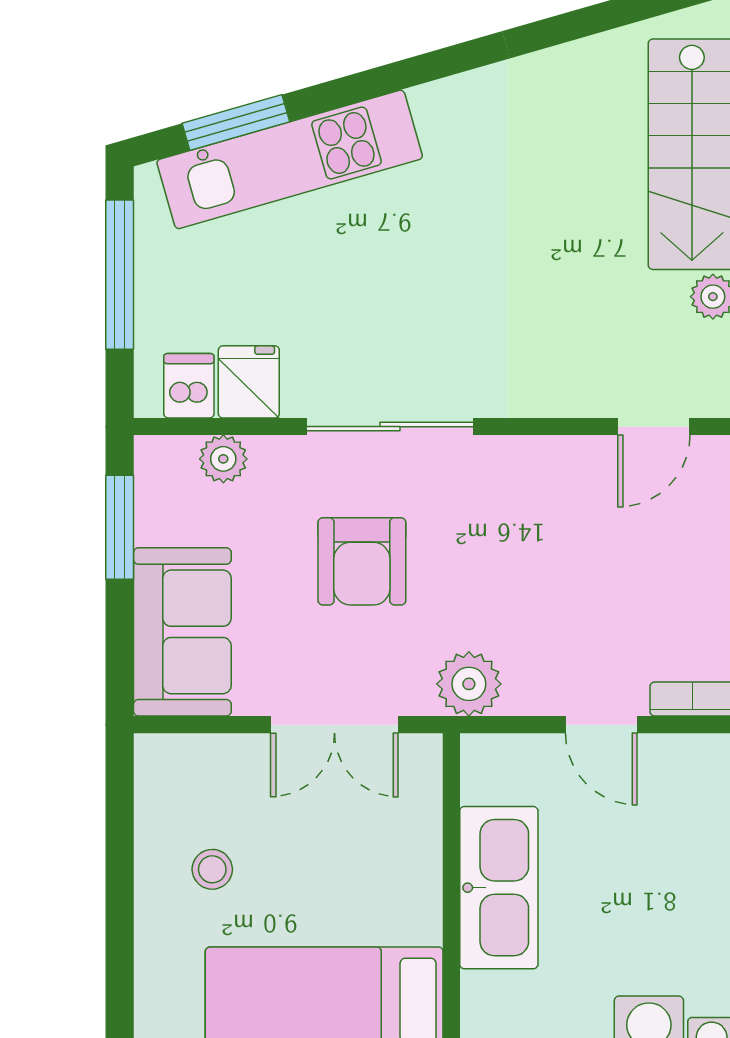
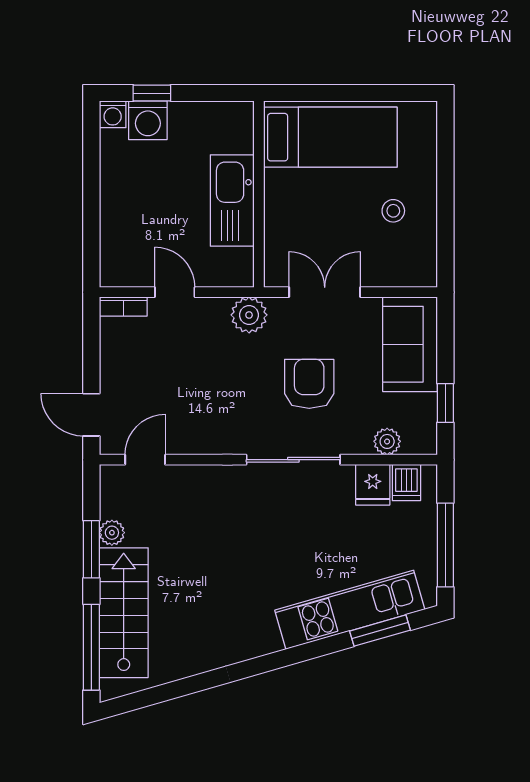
window: (120, 527) -> (445, 403), width x0.67

